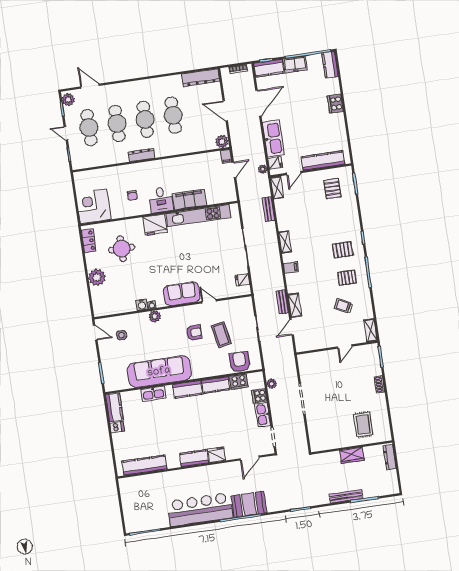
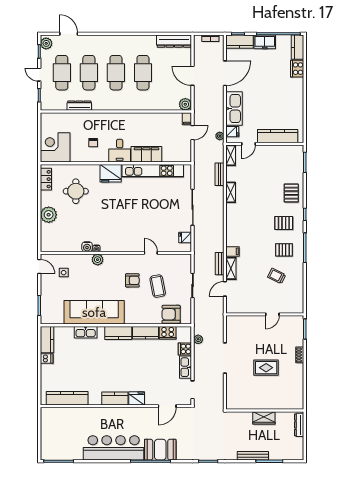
cooker: (335, 104) -> (297, 69), moved
dresser: (141, 155) -> (79, 106), moved
pallet: (332, 189) -> (291, 193), moved
shelving: (285, 242) -> (231, 192), moved
filing cabinet: (291, 268) -> (233, 251), moved
sofa: (182, 294) -> (126, 242), removed
shelving: (371, 330) -> (299, 303), removed
armchair: (240, 362) -> (171, 314), turned -90
rug: (363, 425) -> (266, 368), moved, turned 90

